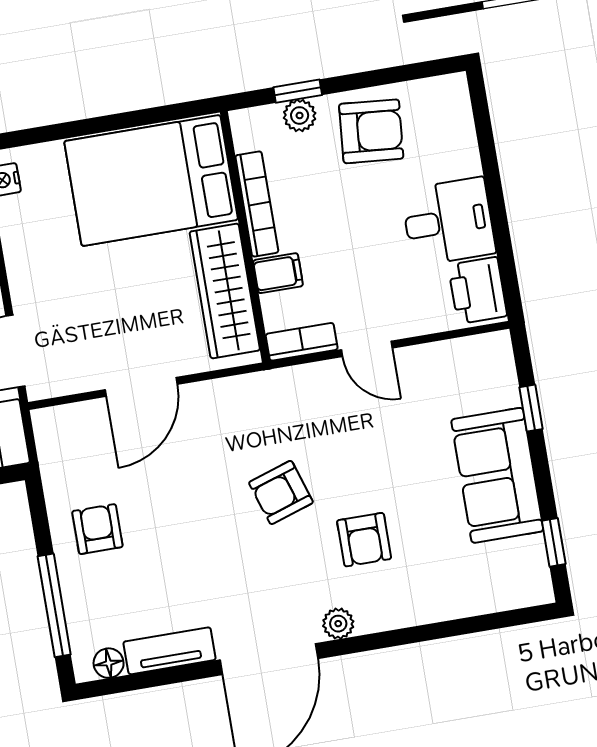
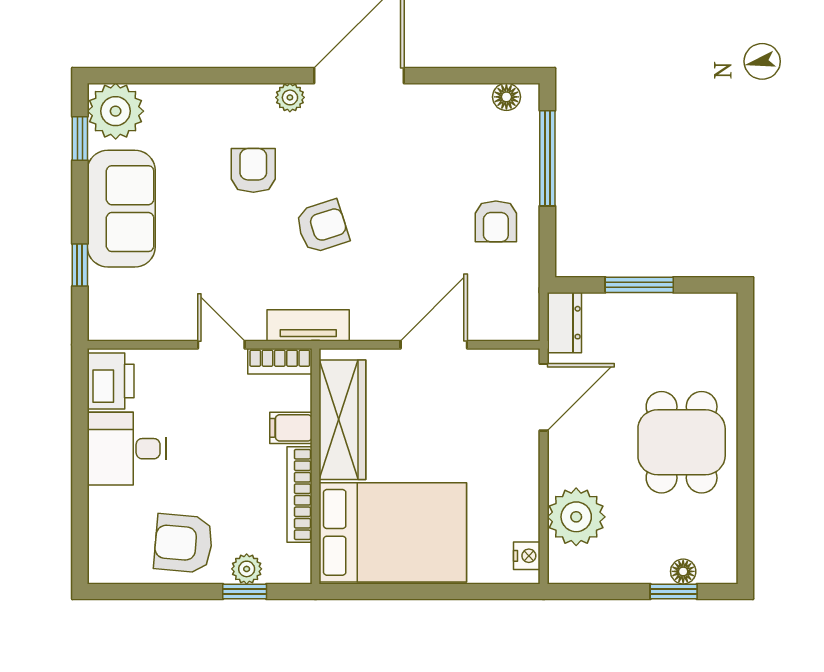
plant: (521, 578) -> (116, 111), added
tv unit: (170, 651) -> (308, 325), moved, turned 180

